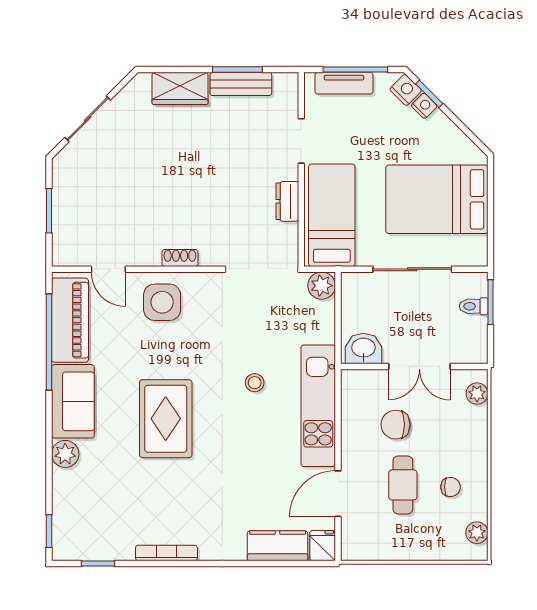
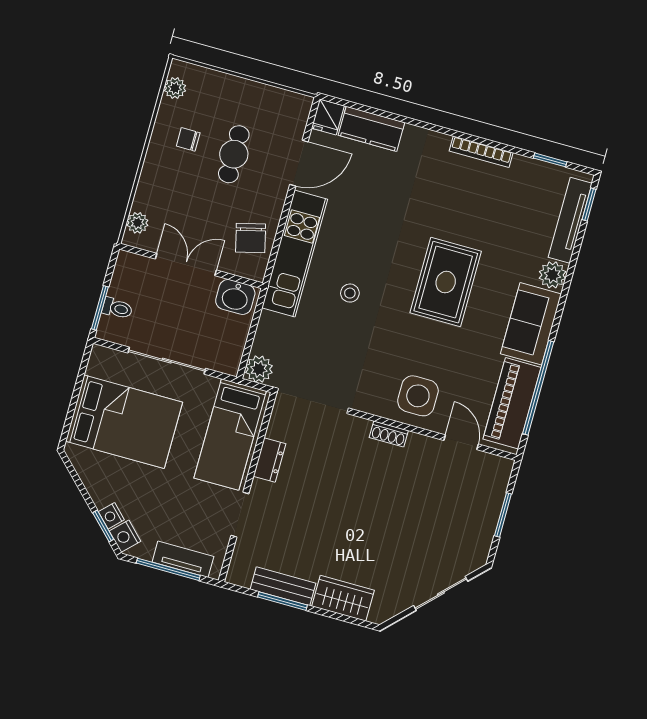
chair: (396, 425) -> (251, 238), moved, turned 76
tv unit: (63, 511) -> (570, 220), added

